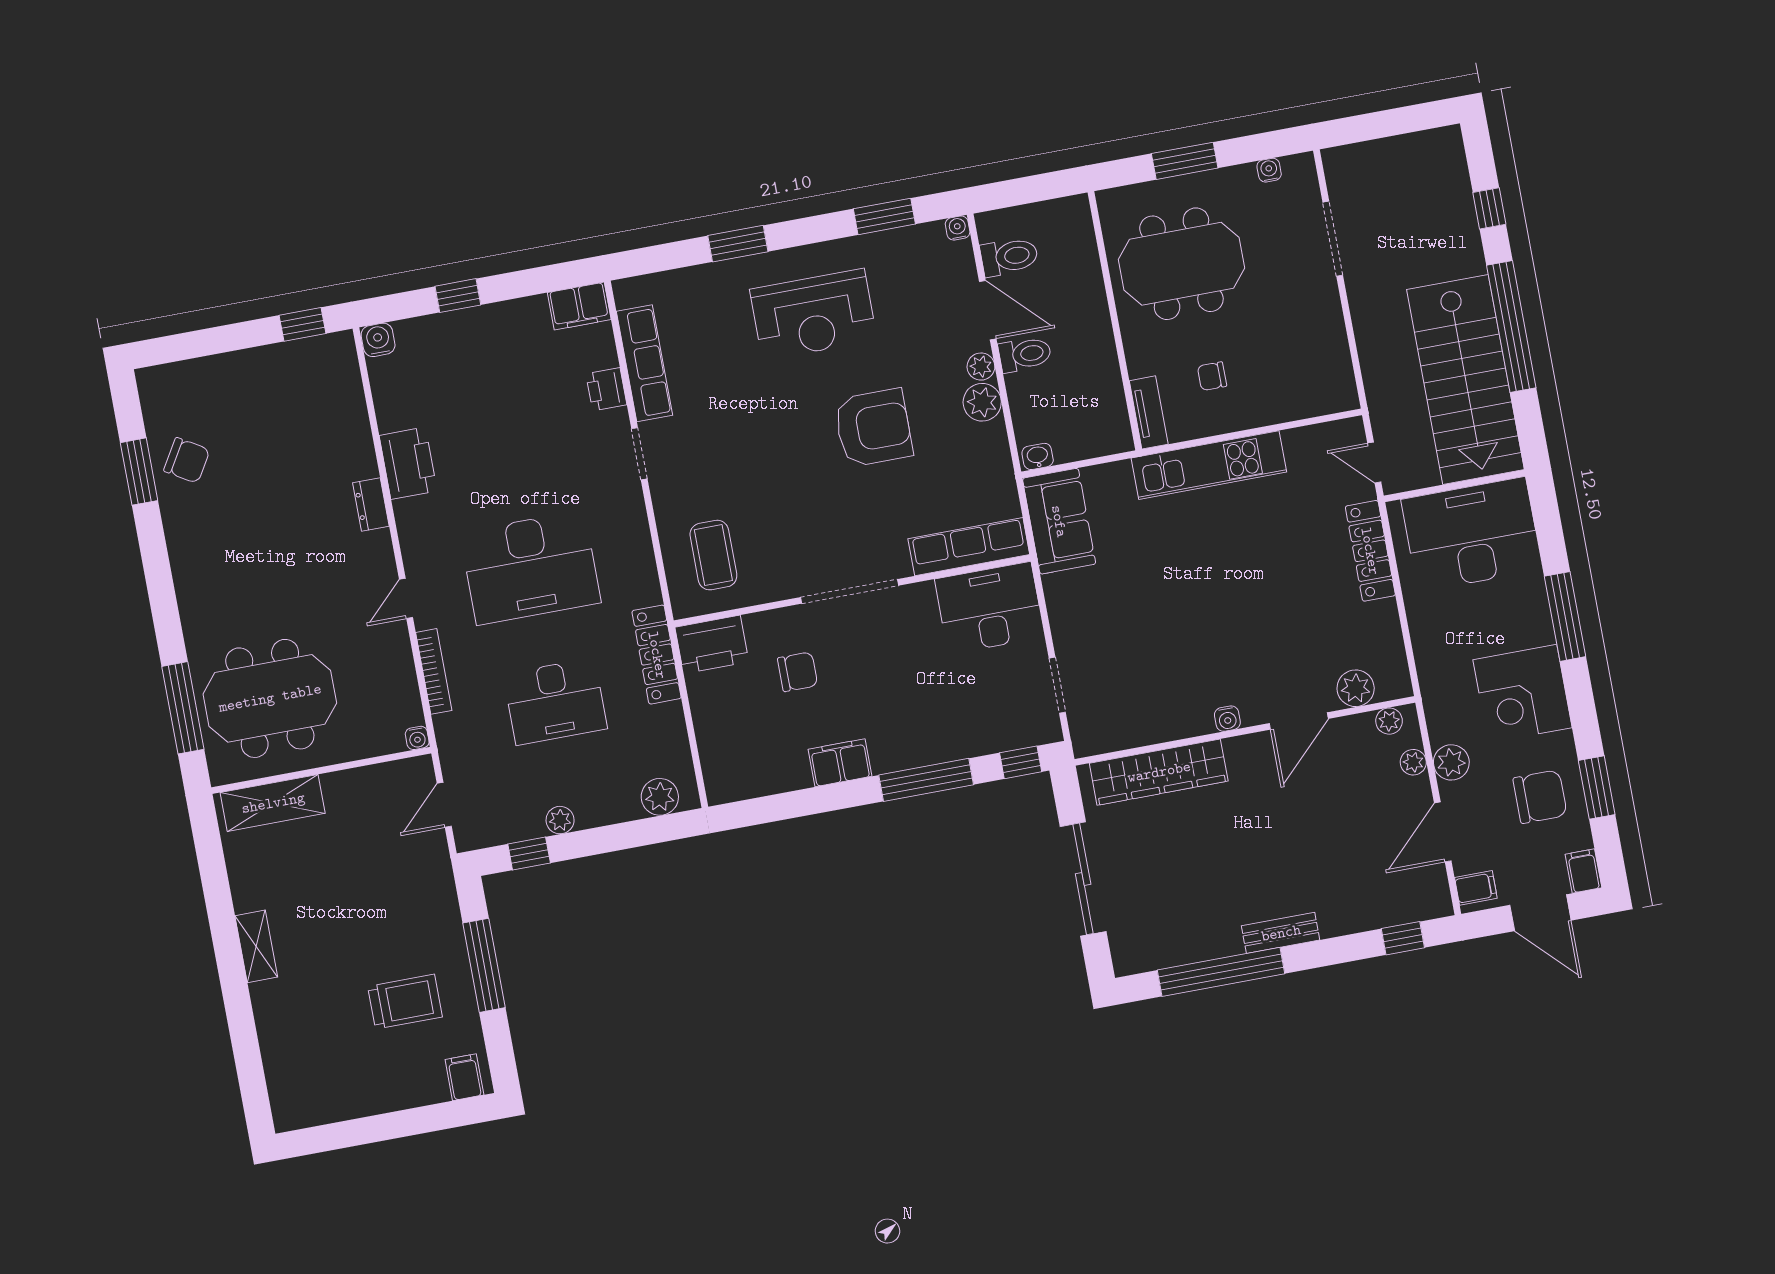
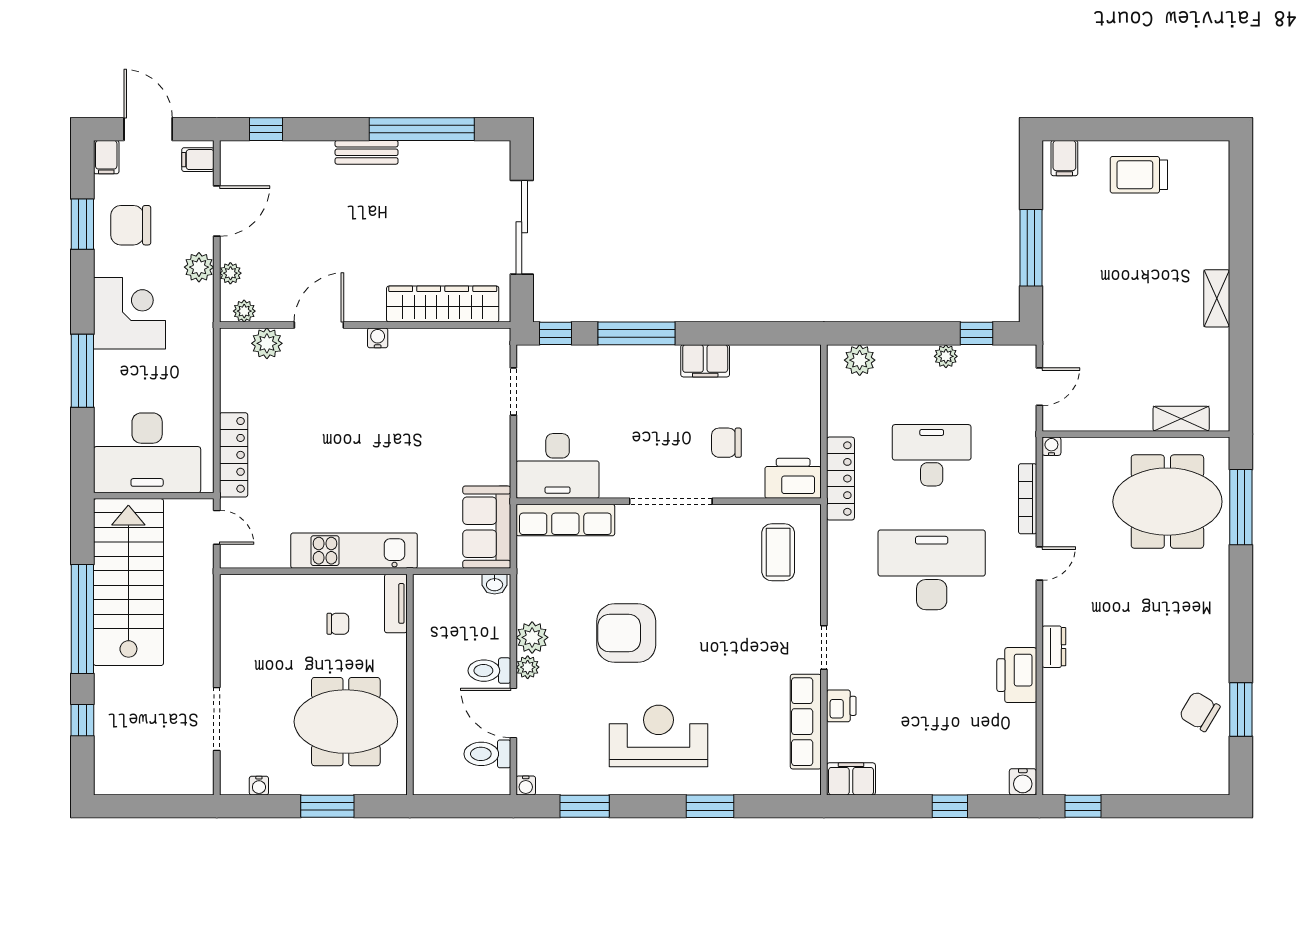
shelving: (273, 803) -> (1181, 419), width x0.67, depth x0.75
trolley: (405, 1002) -> (1139, 175), moved

